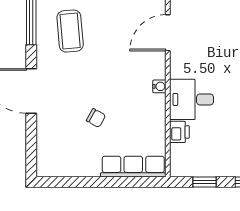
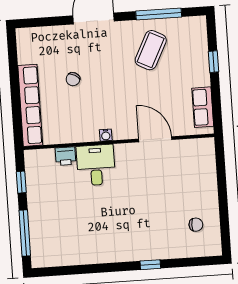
coffee table: (70, 31) -> (151, 50), turned -58
row of seats: (133, 167) -> (30, 105), width x1.36

